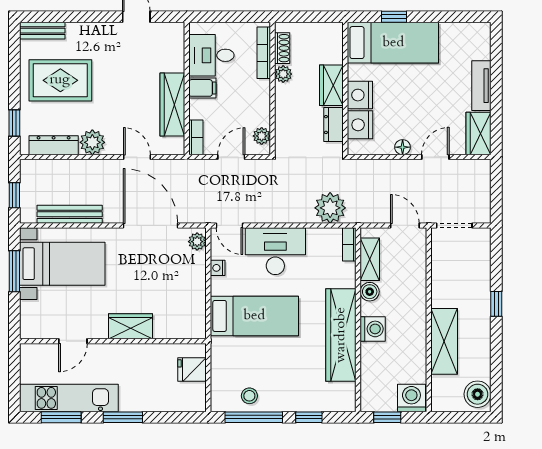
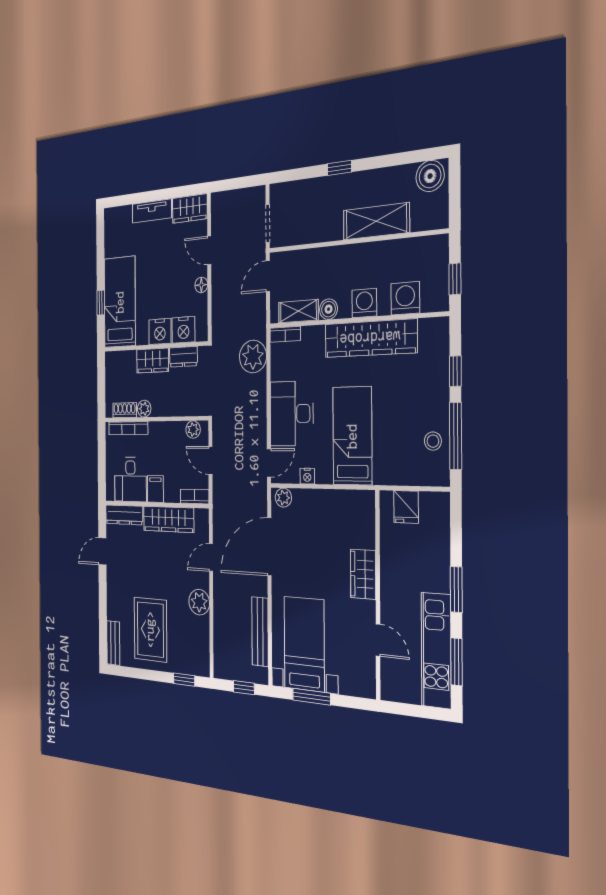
dresser: (54, 145) -> (124, 515), moved, turned -90
washing machine: (411, 398) -> (405, 298), moved, turned 90

